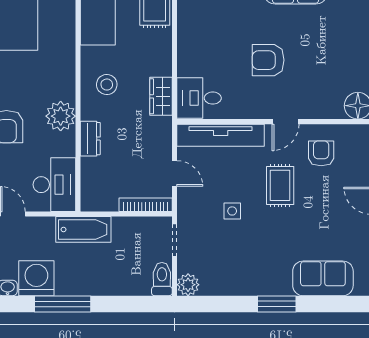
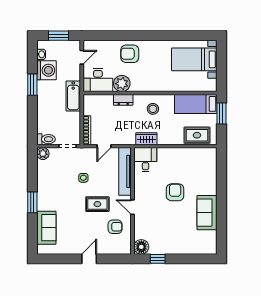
armchair: (268, 60) -> (175, 192), moved
plant: (61, 116) -> (122, 84), moved
window: (63, 304) -> (32, 85), width x0.69

